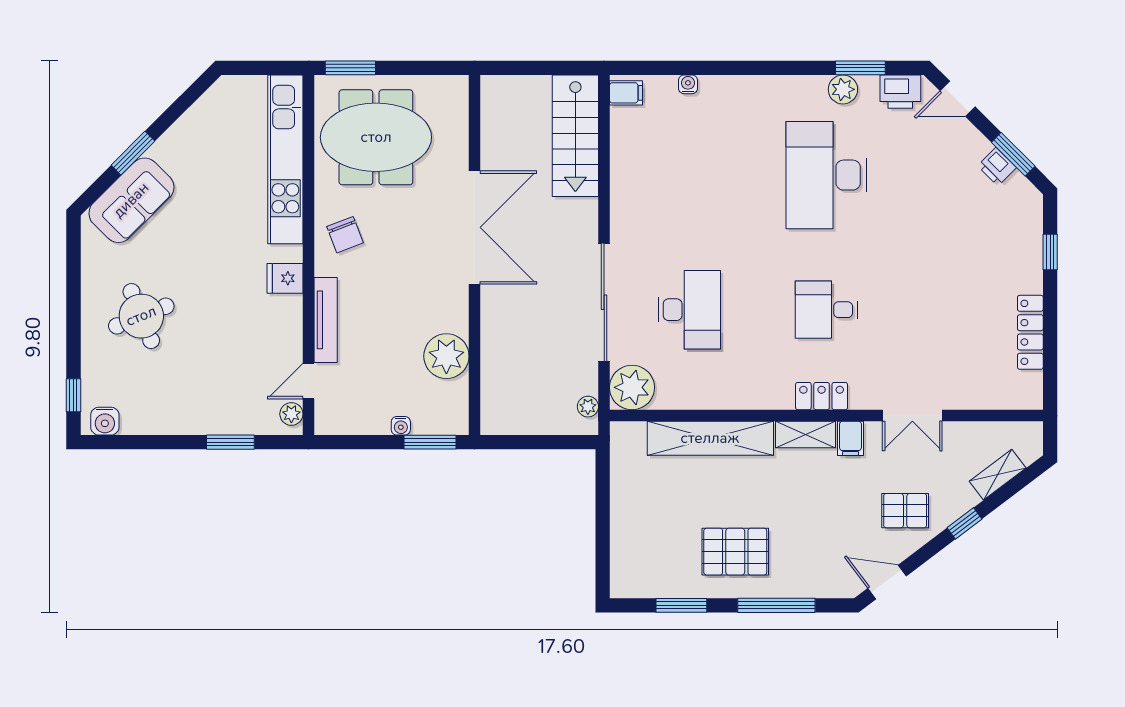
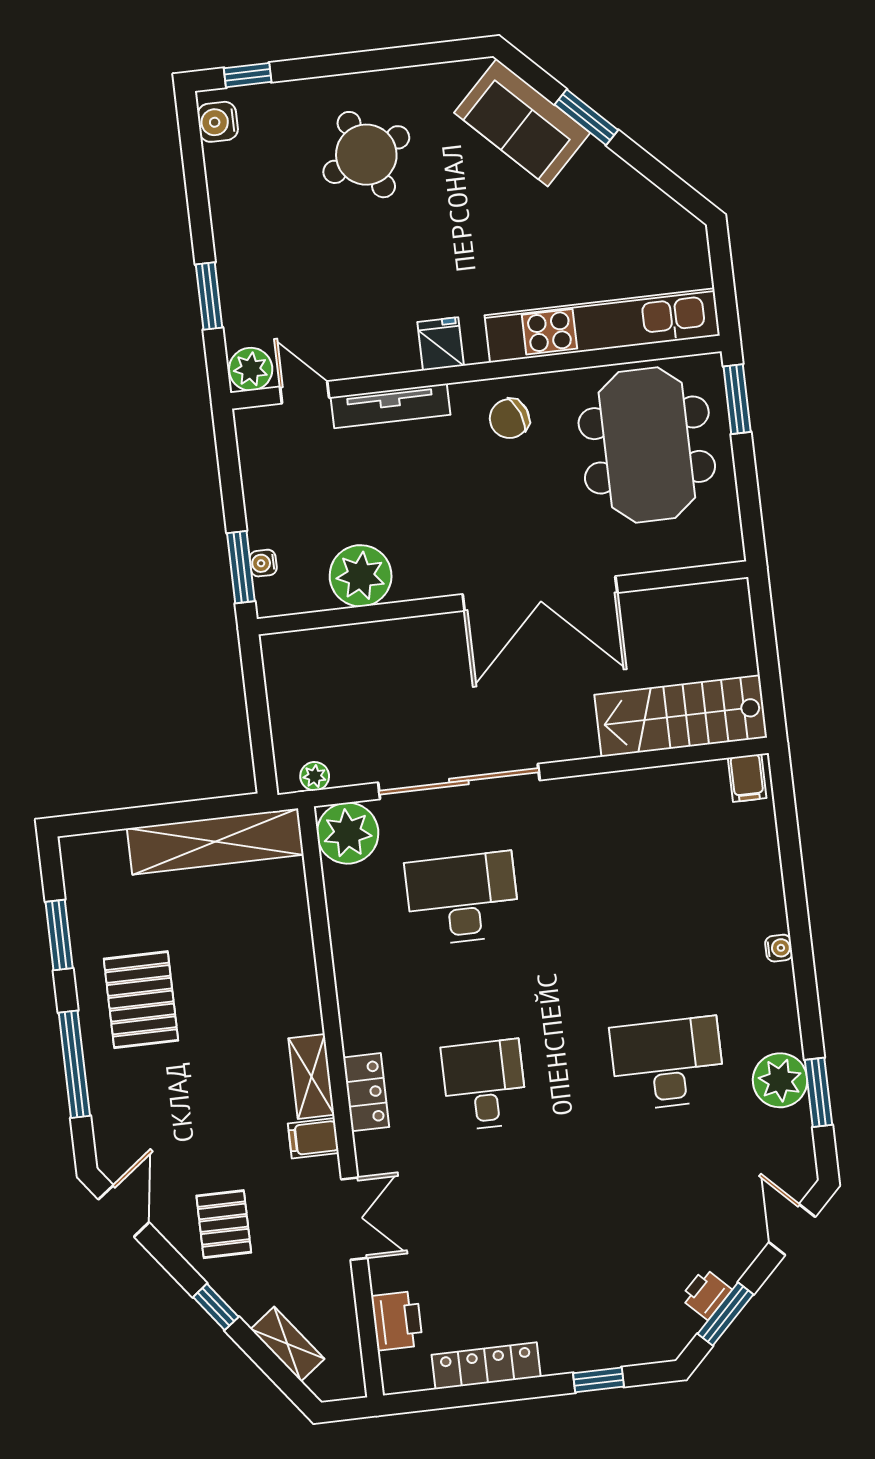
water cooler: (688, 84) -> (779, 948), moved
plant: (843, 89) -> (780, 1080), width x1.36, depth x1.36
printer: (900, 92) -> (397, 1321), moved, turned 180
desk: (826, 175) -> (667, 1063), width x0.73, depth x0.77
desk: (689, 310) -> (462, 899), turned 180
plant: (291, 414) -> (251, 369), width x1.38, depth x1.38
double door: (912, 415) -> (354, 1219), swing flipped
water cooler: (401, 426) -> (263, 563), moved
shelving: (710, 438) -> (215, 842), moved, turned 90

